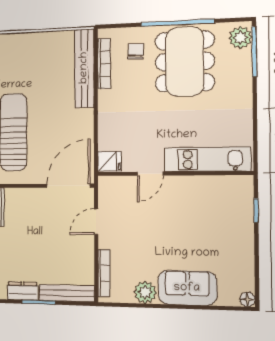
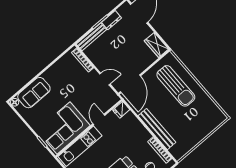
bench: (84, 68) -> (157, 129), moved
corner sofa: (209, 204) -> (63, 128), added
door: (96, 222) -> (105, 79), hinge flipped
sofa: (187, 288) -> (34, 93), moved
plant: (145, 292) -> (58, 68), removed

